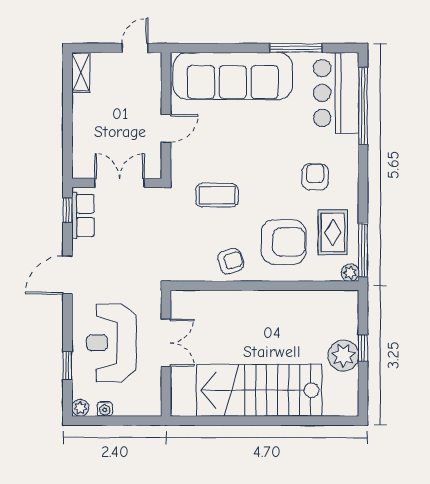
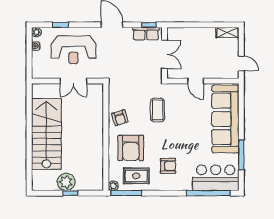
reception desk: (111, 343) -> (73, 50), turned 180

